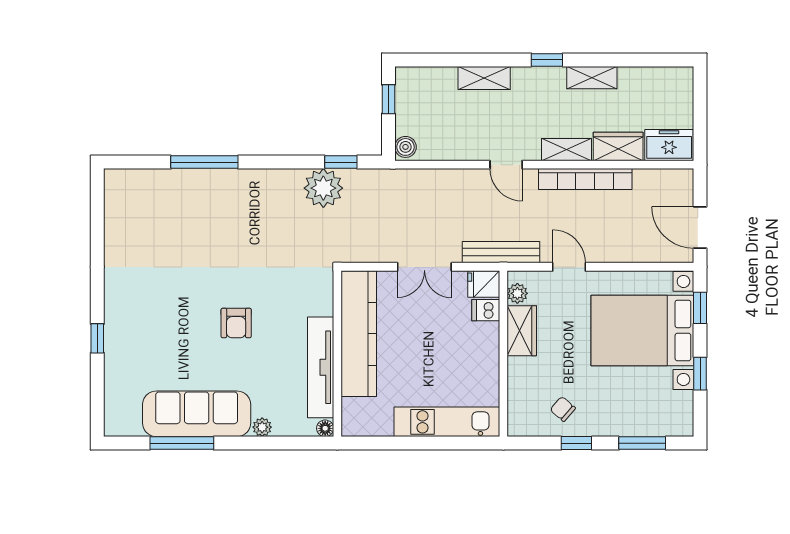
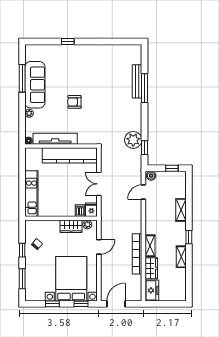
door: (506, 165) -> (143, 192), moved
bench: (501, 252) -> (137, 81), moved

